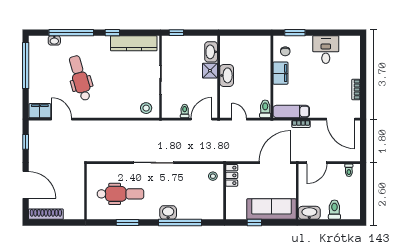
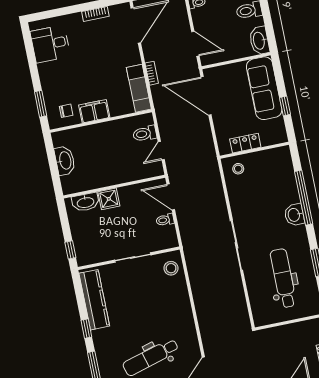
desk: (326, 50) -> (50, 44), moved
washbasin: (227, 75) -> (65, 161), moved, turned 90
toilet: (265, 109) -> (145, 134), moved
locker: (232, 175) -> (245, 143), moved

